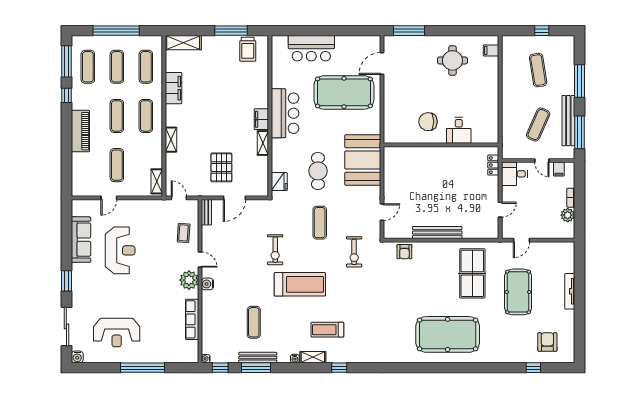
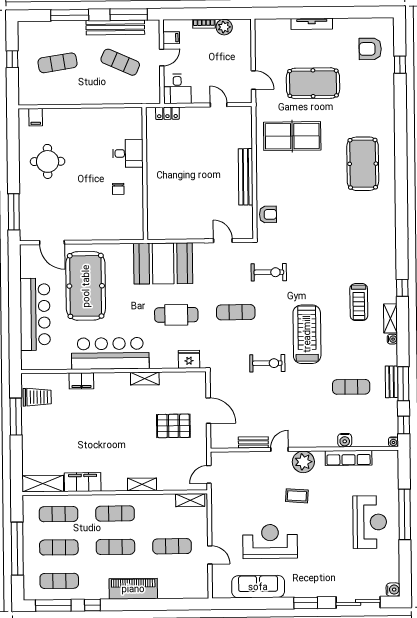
shelving: (183, 43) -> (43, 484), moved, turned 90
bar counter: (311, 48) -> (35, 314), width x1.36
bar counter: (285, 113) -> (110, 353), width x1.36
filing cabinet: (261, 119) -> (81, 381), moved
chair: (428, 122) -> (118, 189), width x0.54, depth x0.54
bench: (206, 212) -> (253, 442), moved
coffee table: (184, 233) -> (297, 496), moved
water cooler: (207, 284) -> (345, 440), moved
reception desk: (117, 332) -> (370, 522), moved
pool table: (448, 334) -> (363, 164), width x0.73, depth x0.76
bench: (258, 358) -> (392, 382), width x0.73

